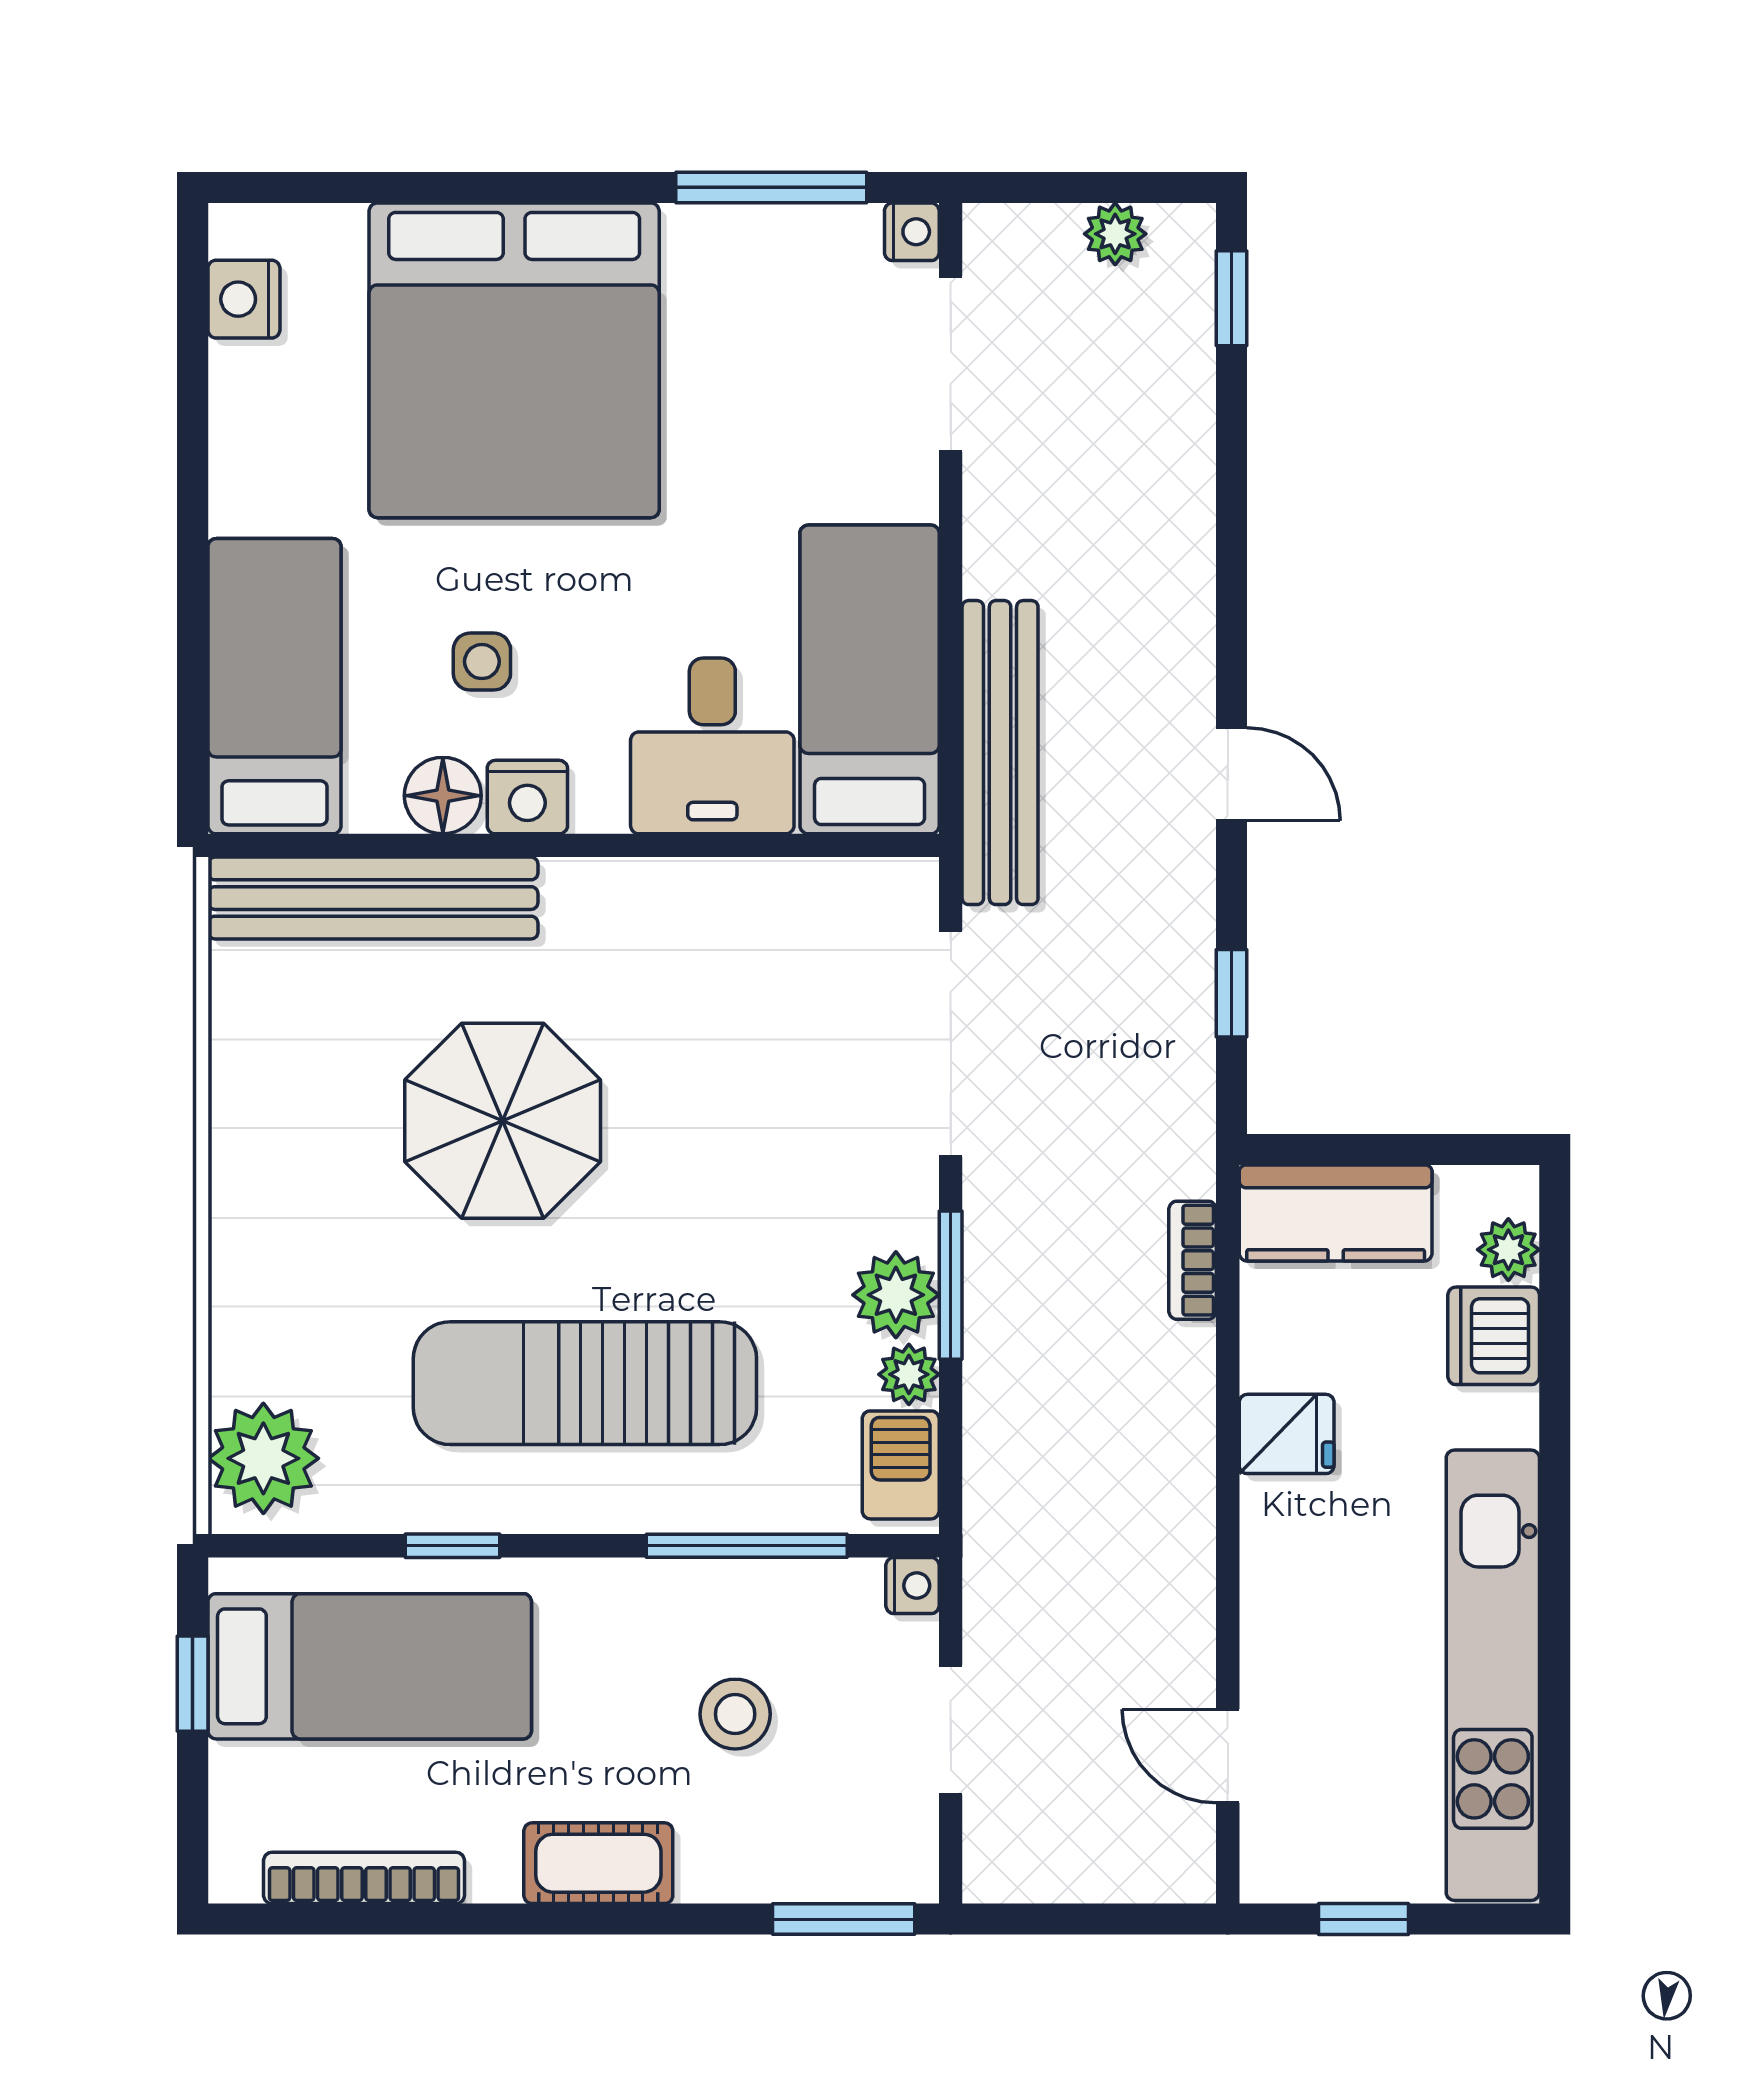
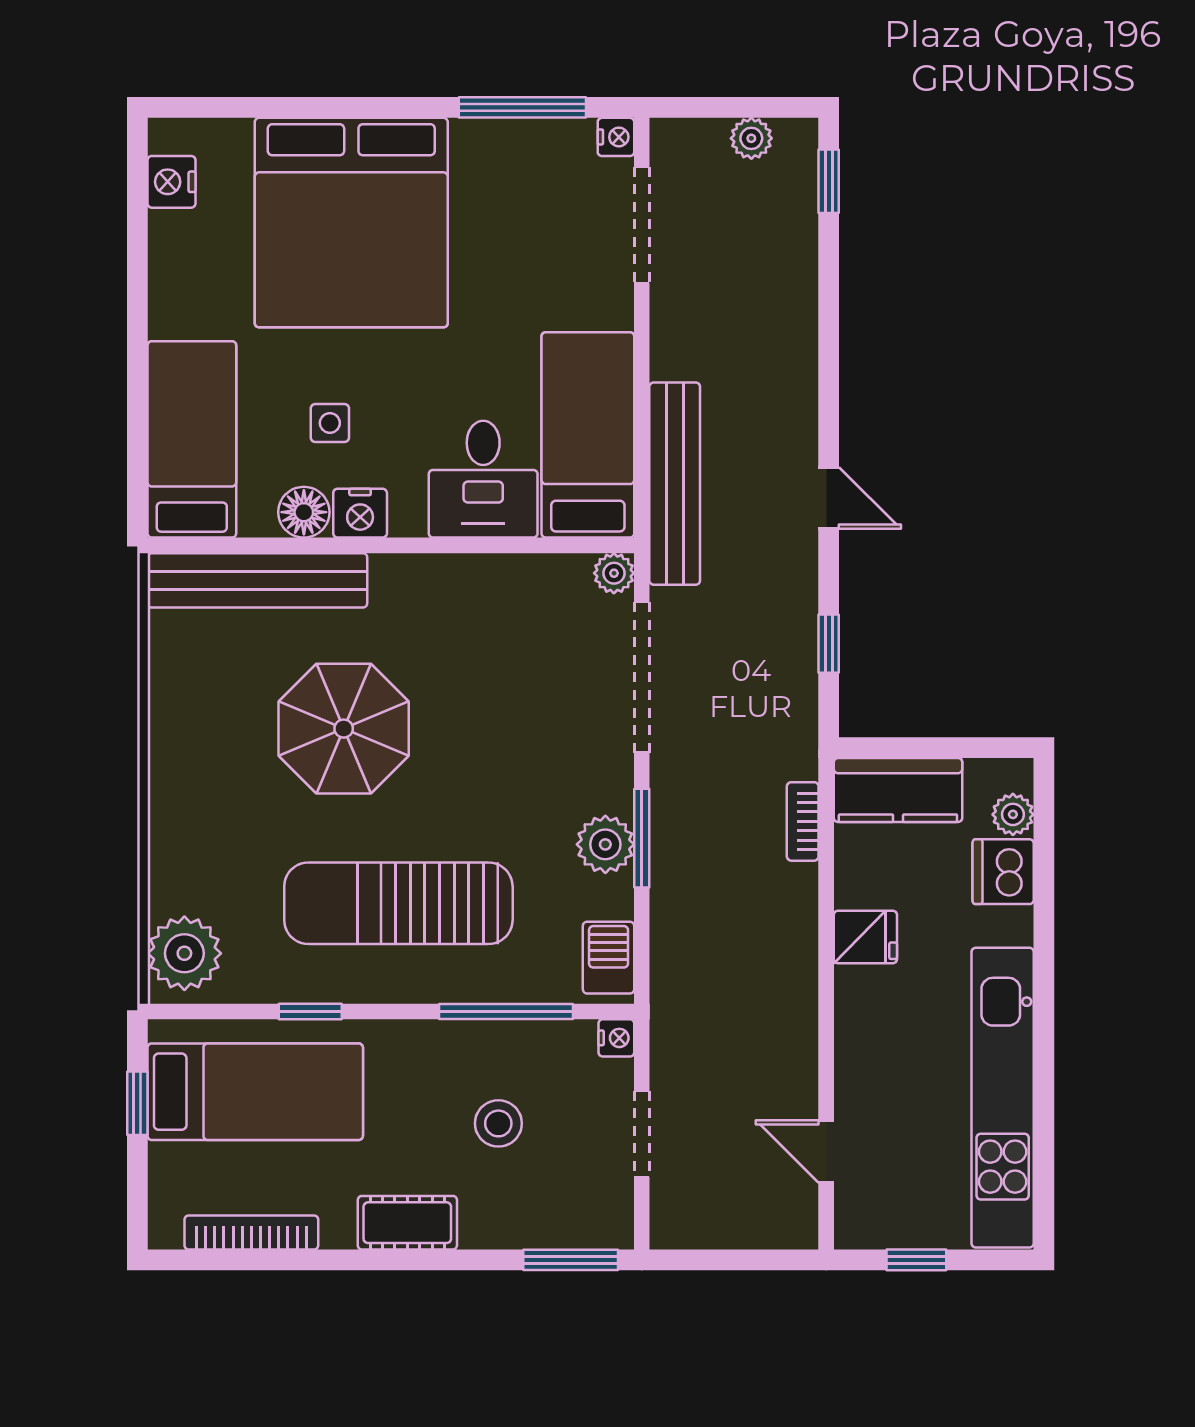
plant: (909, 1374) -> (614, 573), moved

